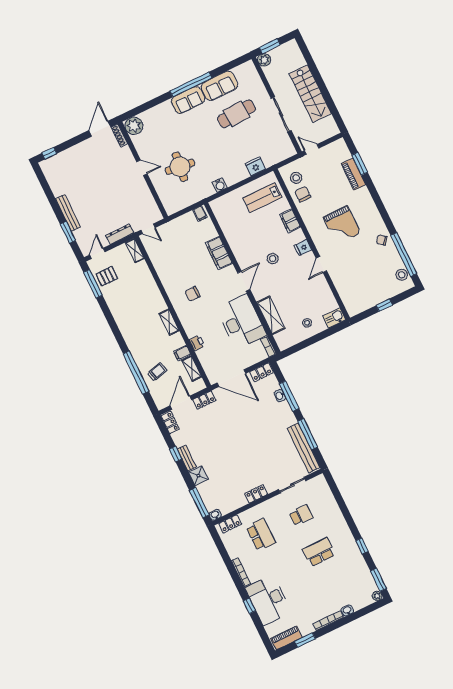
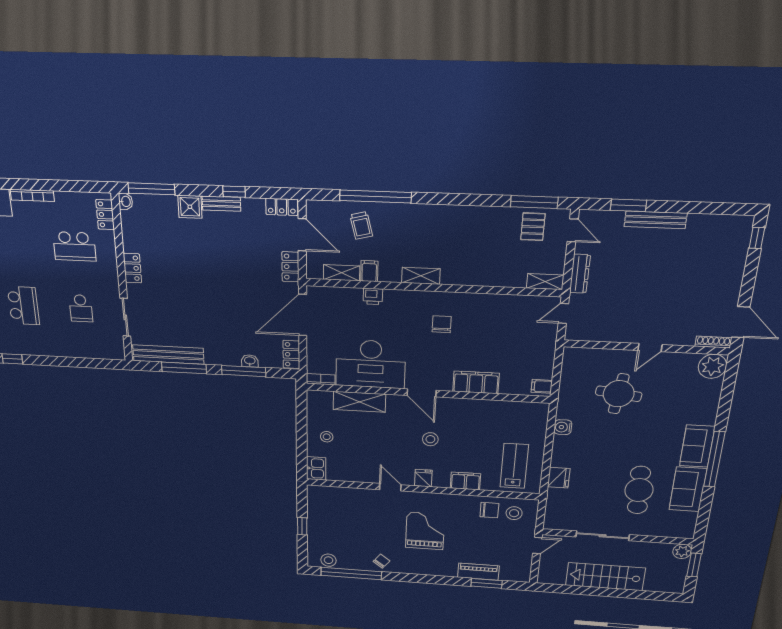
grand piano: (342, 225) -> (425, 531), turned 90

